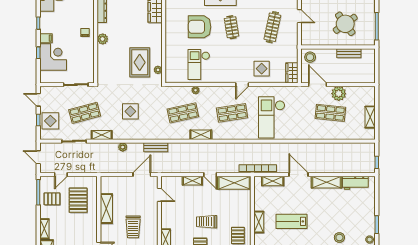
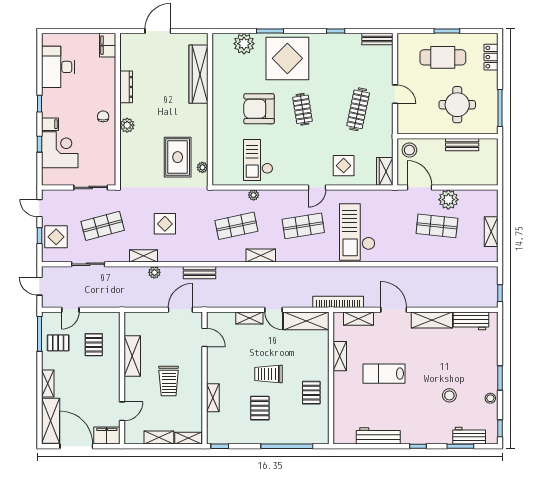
round table: (345, 24) -> (457, 105), turned 36
shelving: (102, 135) -> (144, 256), moved
pallet: (78, 200) -> (94, 345), width x0.67, depth x0.71
shelving: (259, 222) -> (340, 356), moved

